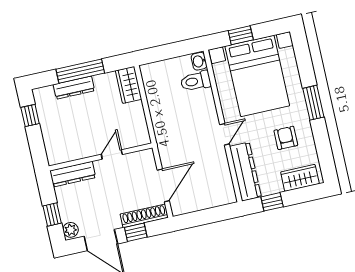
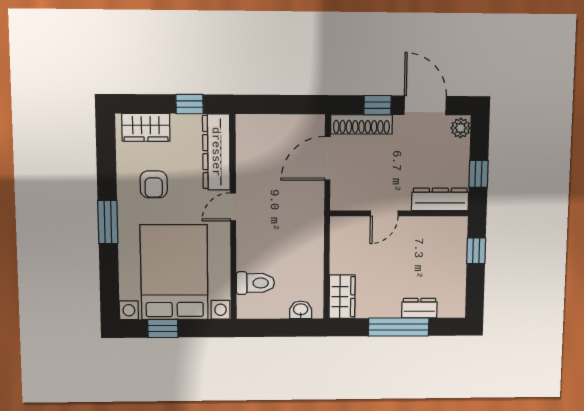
window: (241, 35) -> (163, 329), moved
washbasin: (199, 61) -> (301, 310), moved, turned -90
dresser: (74, 88) -> (419, 308), width x0.70
window: (30, 115) -> (476, 251), moved
window: (52, 214) -> (478, 174), moved

